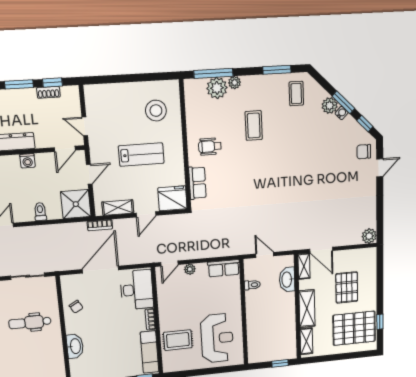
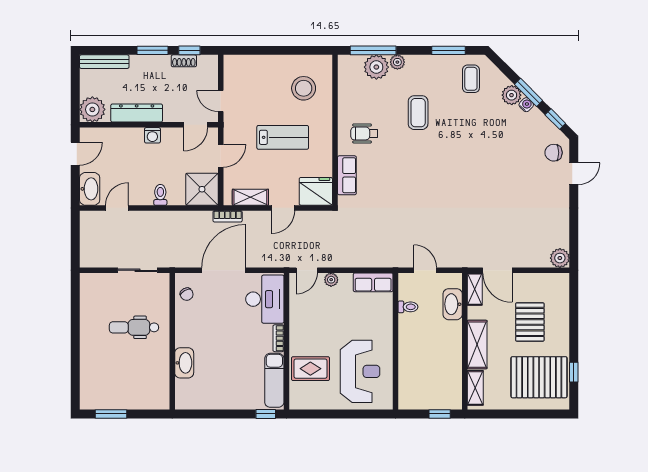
chair: (76, 307) -> (187, 294), moved

